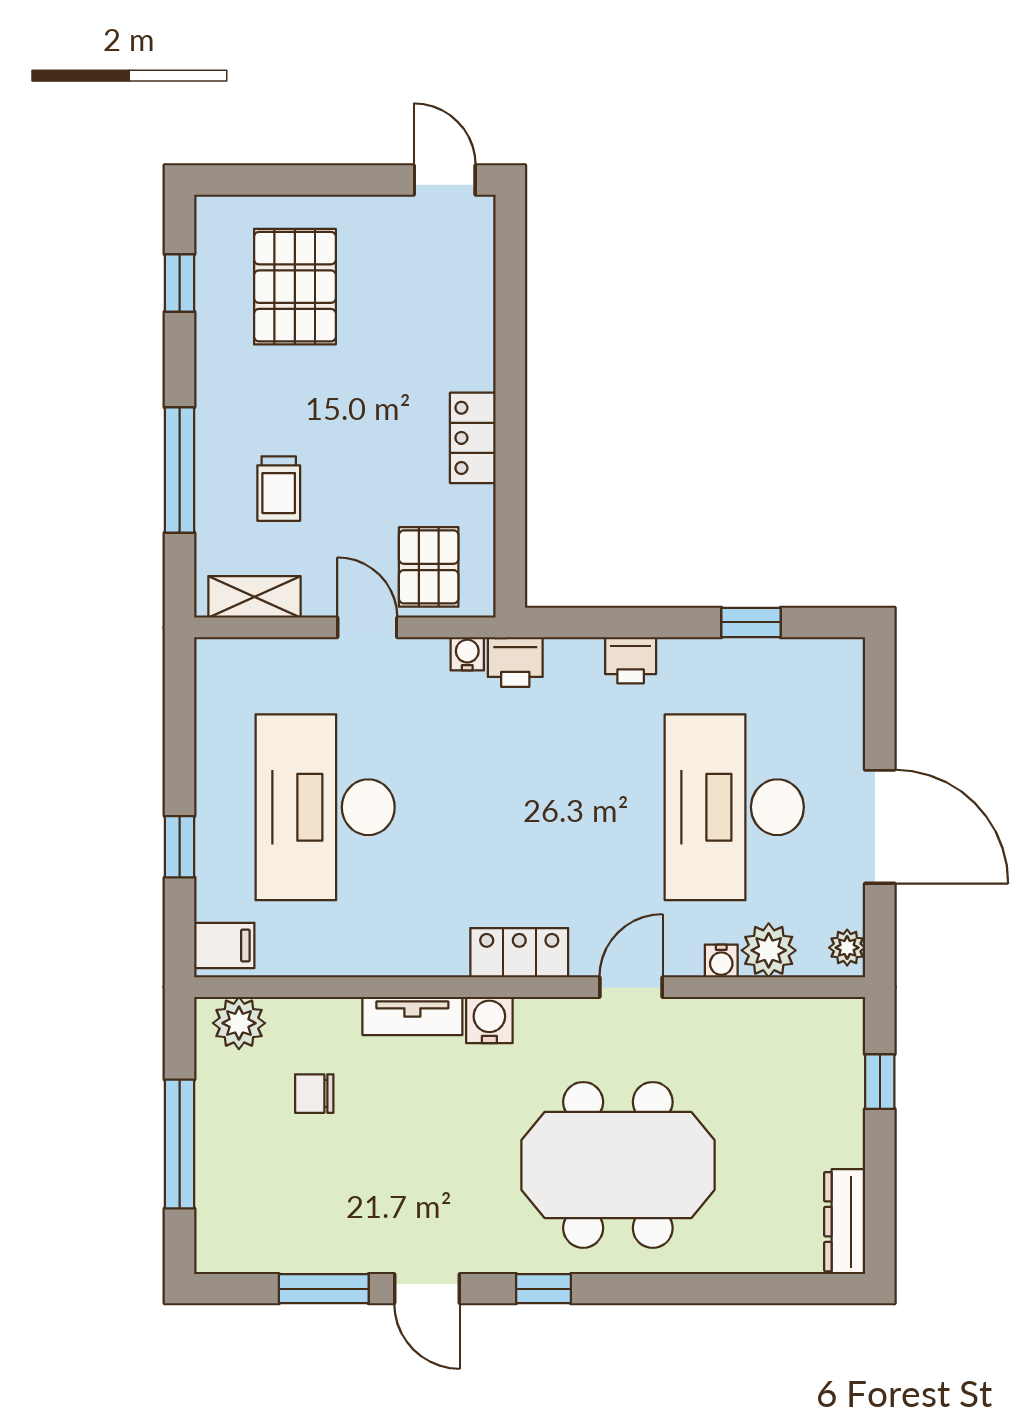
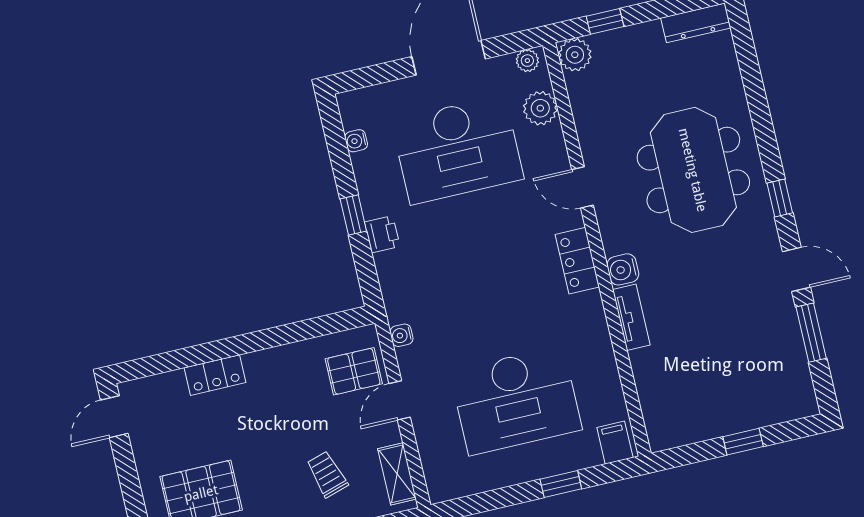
locker: (473, 438) -> (215, 375), moved
trolley: (279, 489) -> (327, 474), turned -107
window: (751, 622) -> (353, 215), moved
printer: (515, 662) -> (400, 305), removed
water cooler: (721, 961) -> (356, 141), moved, turned 180
plant: (239, 1023) -> (575, 55), moved
chair: (314, 1094) -> (693, 366), removed
window: (180, 1144) -> (743, 442), width x0.46
door: (427, 1289) -> (796, 269), hinge flipped

